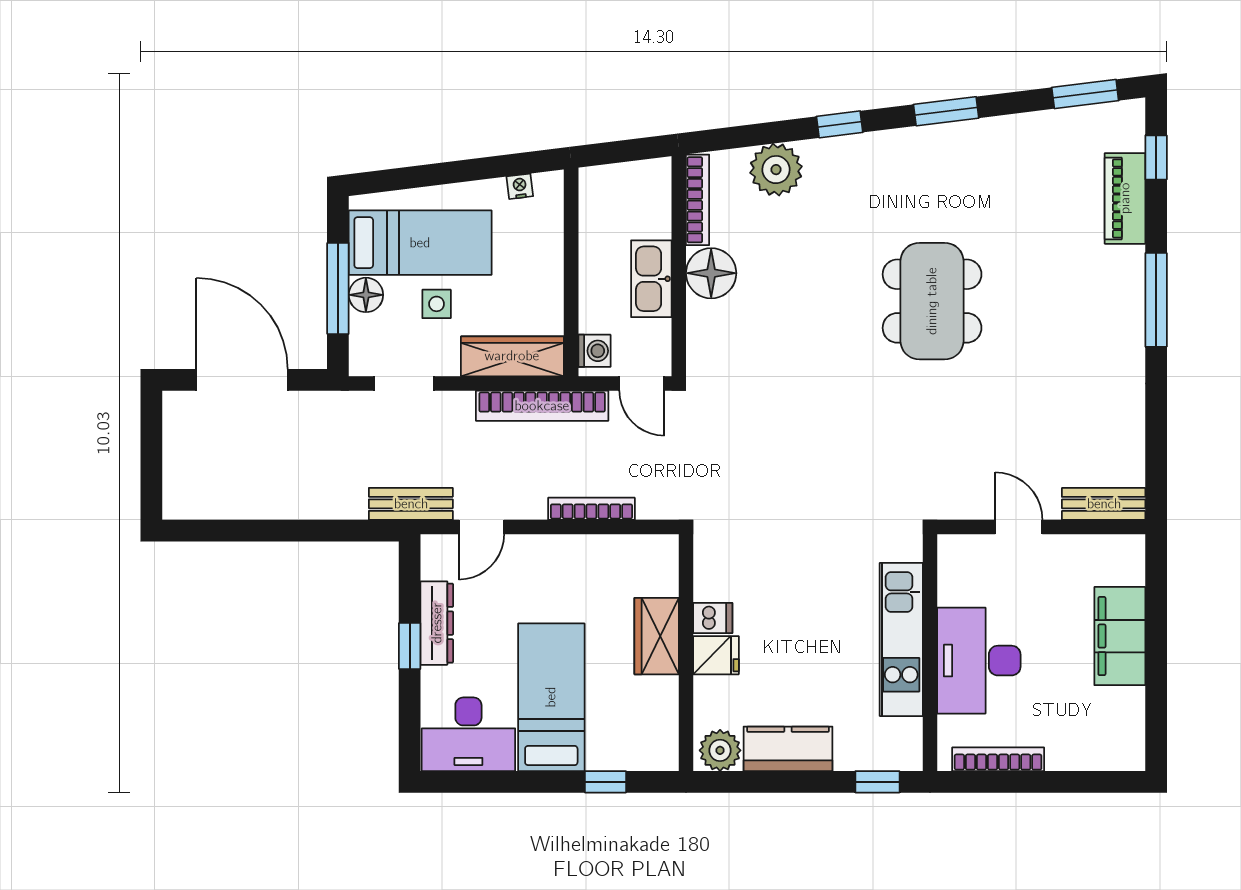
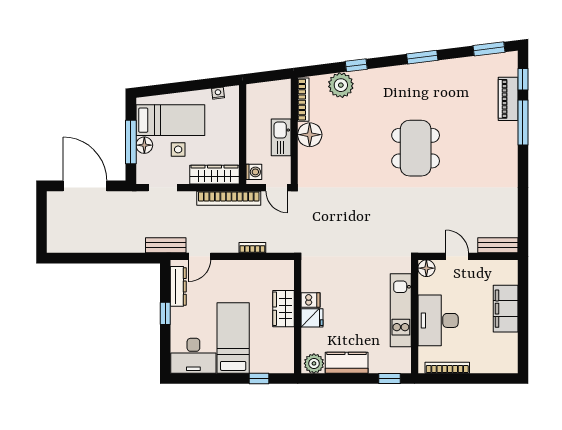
window: (840, 124) -> (356, 65), moved
window: (1156, 300) -> (523, 122), moved
bookcase: (591, 509) -> (252, 248), width x0.64
floor lamp: (955, 552) -> (426, 268), added
dresser: (437, 623) -> (178, 286), moved

